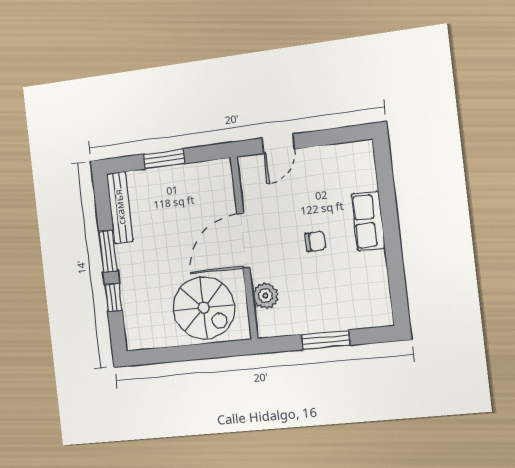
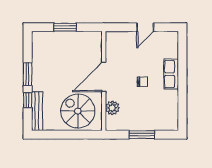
door: (278, 144) -> (145, 27), moved
bench: (120, 207) -> (37, 111), moved
spiral stairs: (204, 308) -> (78, 111), turned 180

